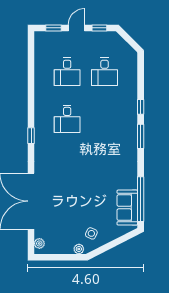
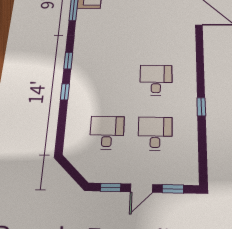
window: (31, 136) -> (201, 107), moved
window: (141, 136) -> (68, 61), width x0.67

